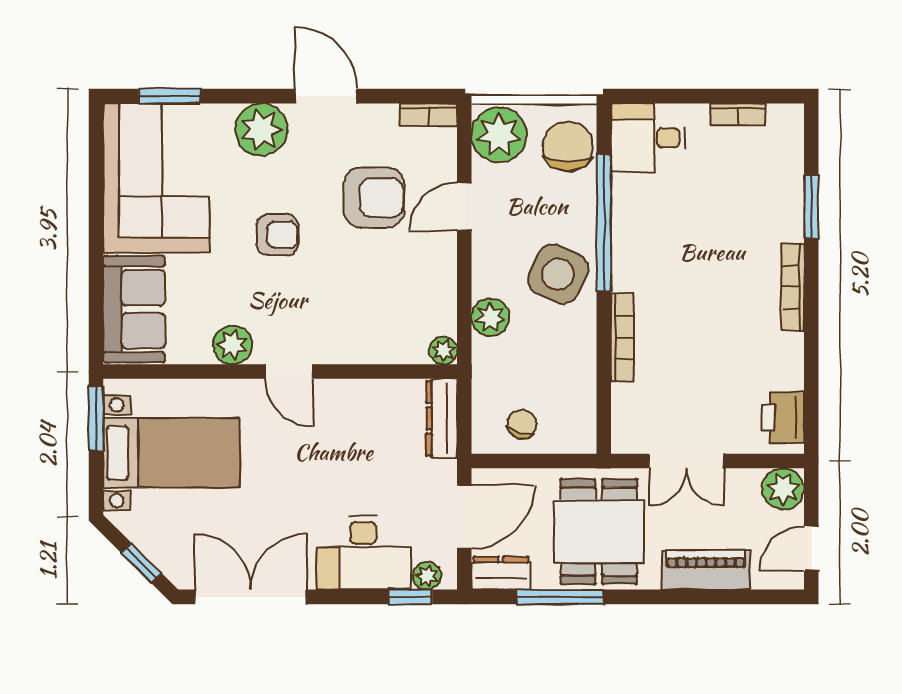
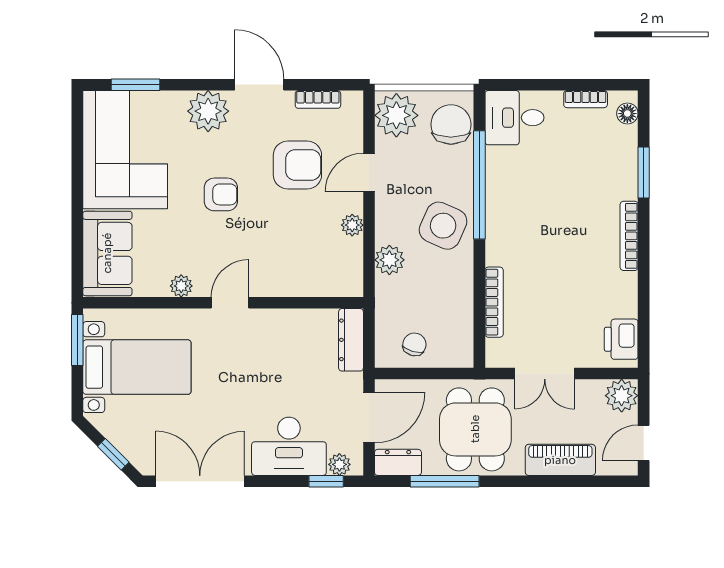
bookcase: (429, 115) -> (318, 99), moved
floor lamp: (791, 132) -> (627, 114), added
bookcase: (622, 338) -> (494, 302), moved
plant: (233, 345) -> (181, 286), width x0.73, depth x0.73
plant: (443, 350) -> (352, 225), moved
door: (289, 372) -> (230, 303), swing flipped

